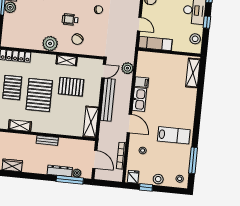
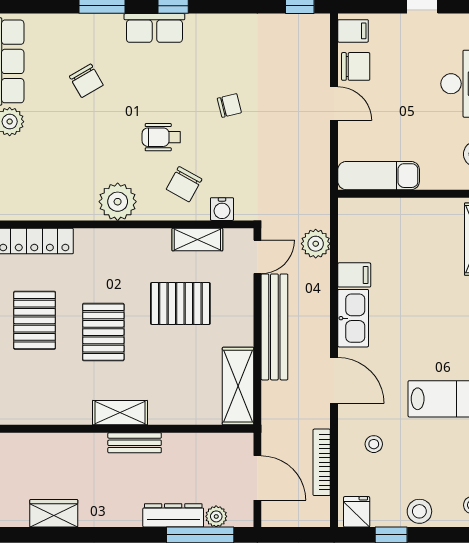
door: (139, 24) -> (334, 103), moved
water cooler: (91, 51) -> (222, 209), added
shelving: (67, 60) -> (197, 240), moved
pallet: (39, 95) -> (103, 332), width x0.73, depth x0.71
shelving: (20, 126) -> (120, 413), moved

